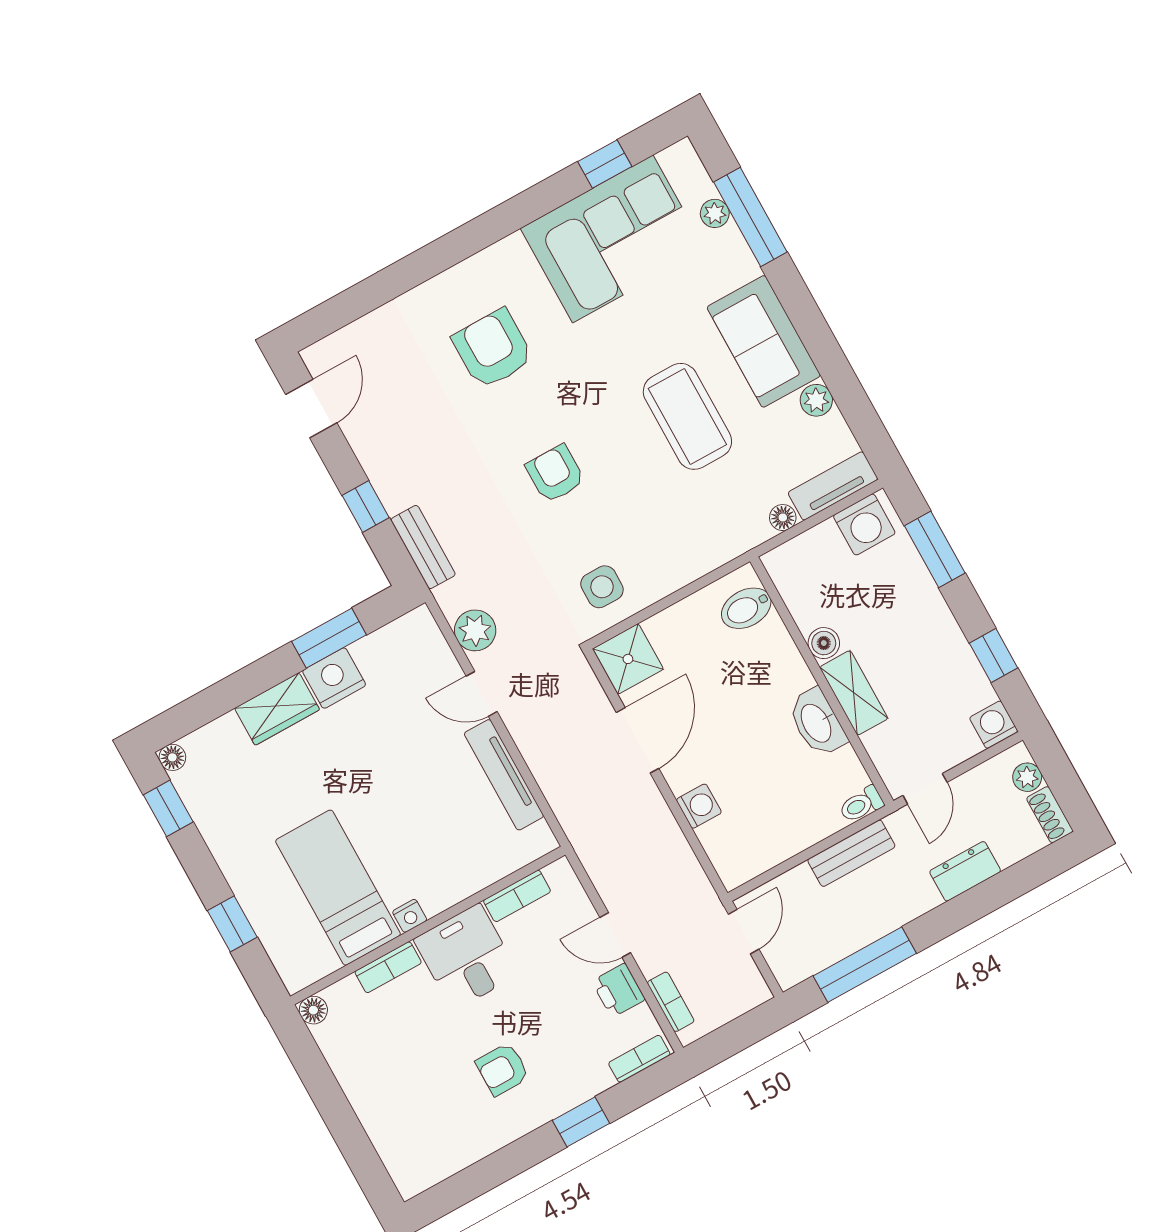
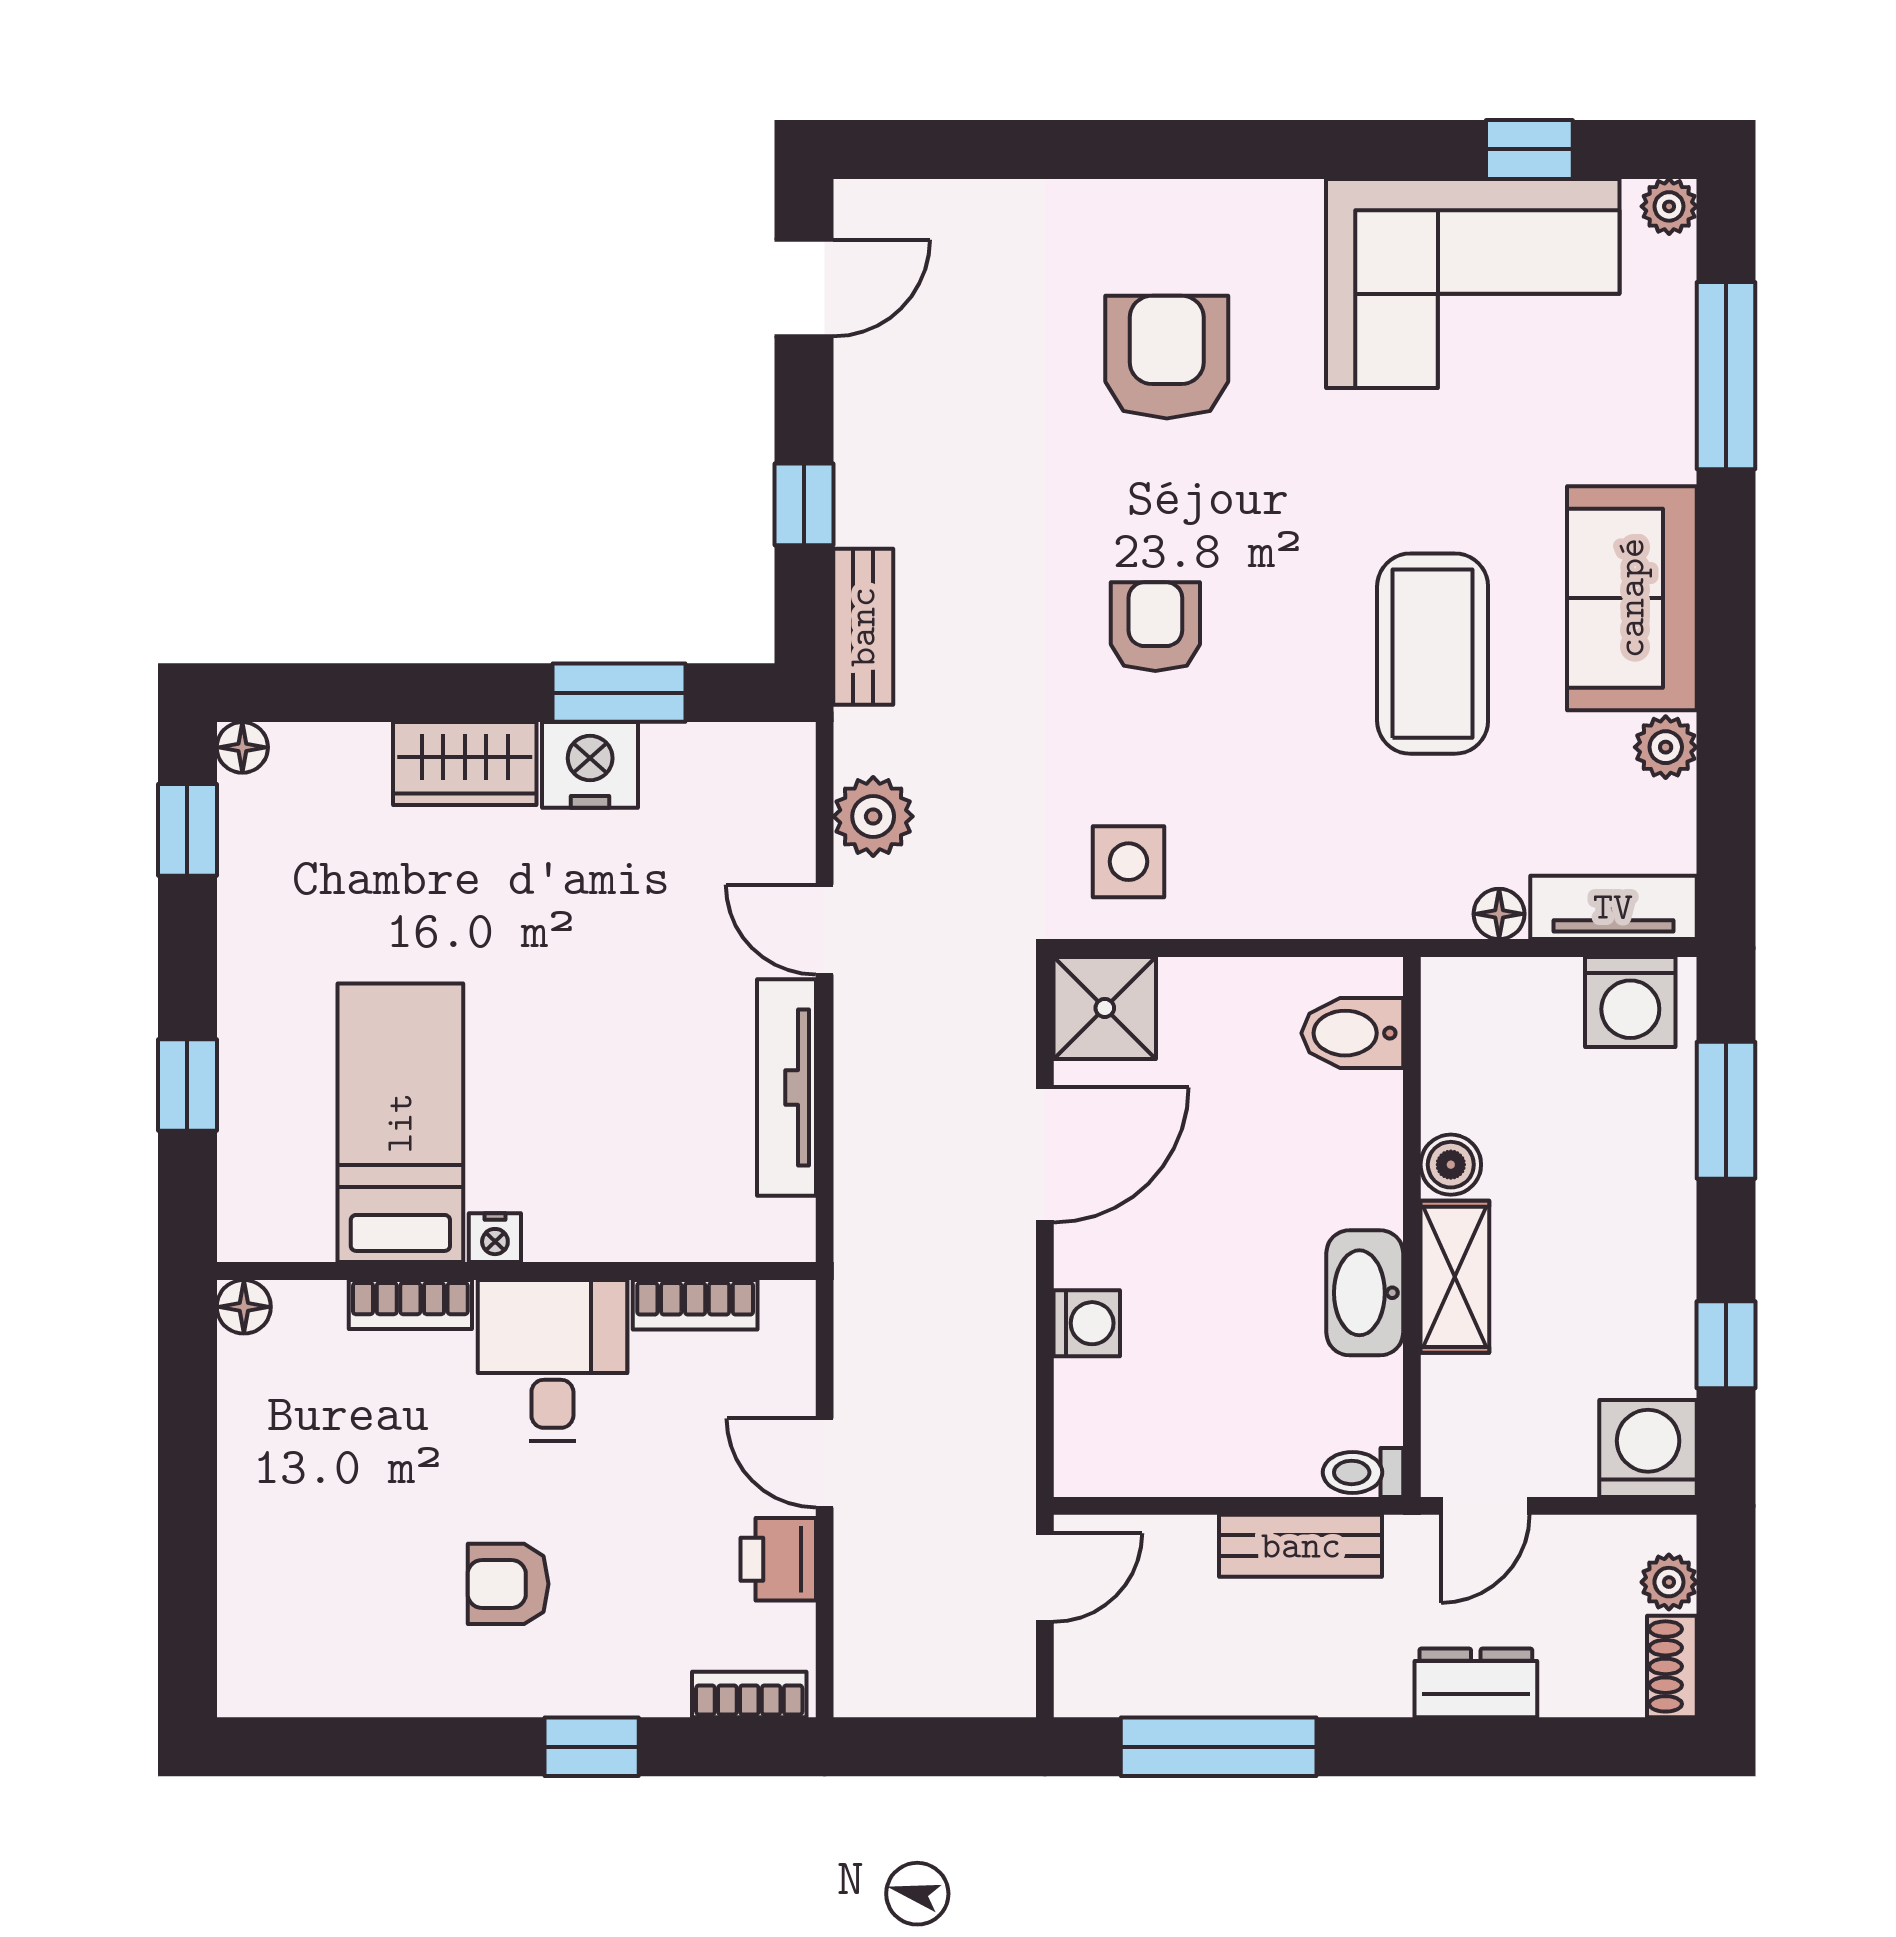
plant: (715, 213) -> (1669, 206), moved
washing machine: (994, 725) -> (1648, 1449), width x1.38, depth x1.38
bookcase: (671, 1002) -> (856, 1628), removed

